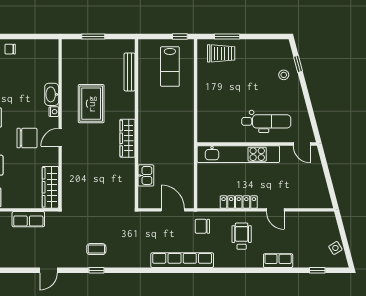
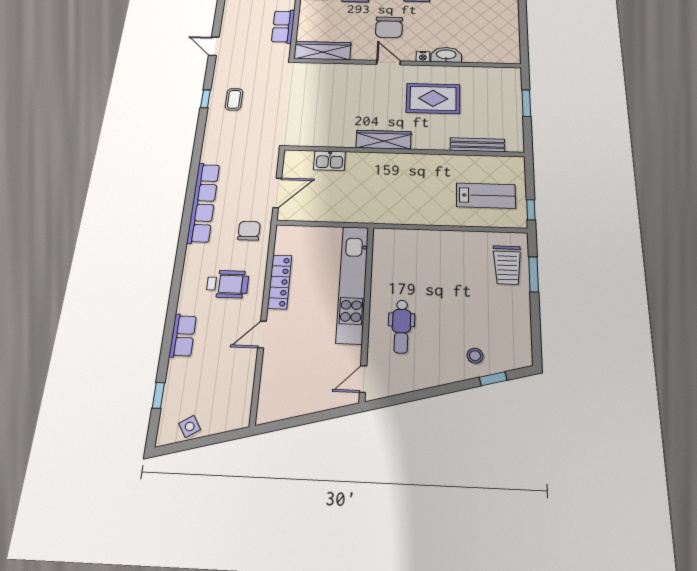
chair: (10, 49) -> (506, 12), removed
lab bench: (170, 67) -> (486, 196), turned 180
dental chair: (266, 121) -> (401, 326), width x0.73, depth x0.72

